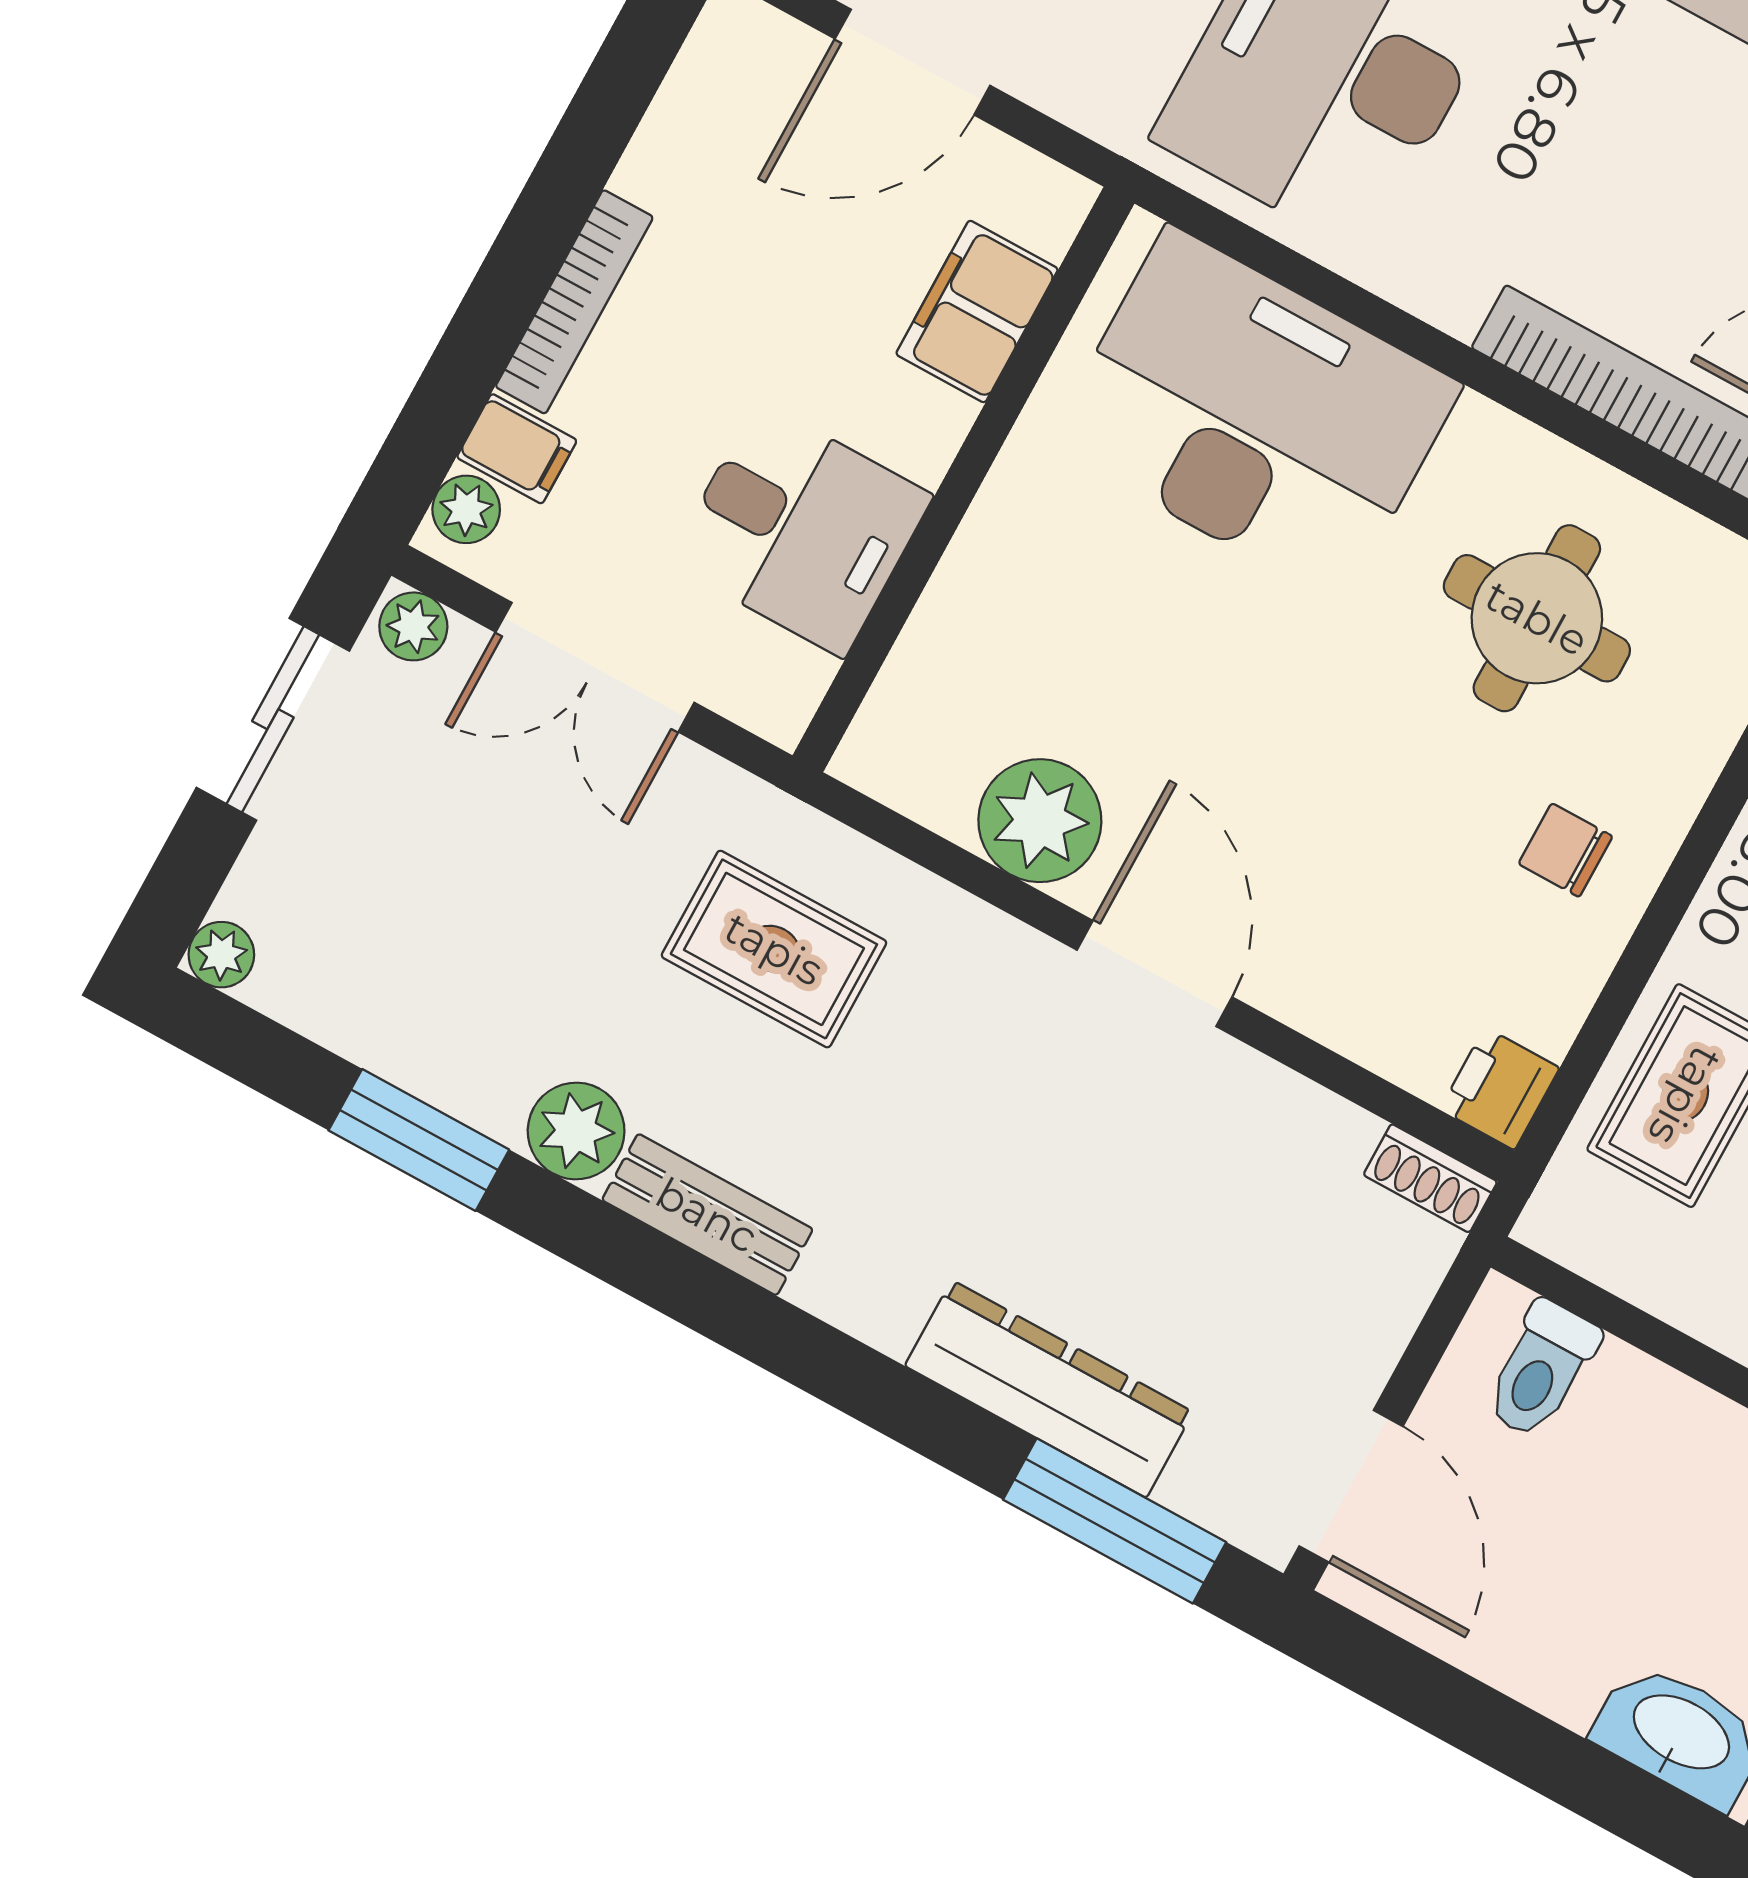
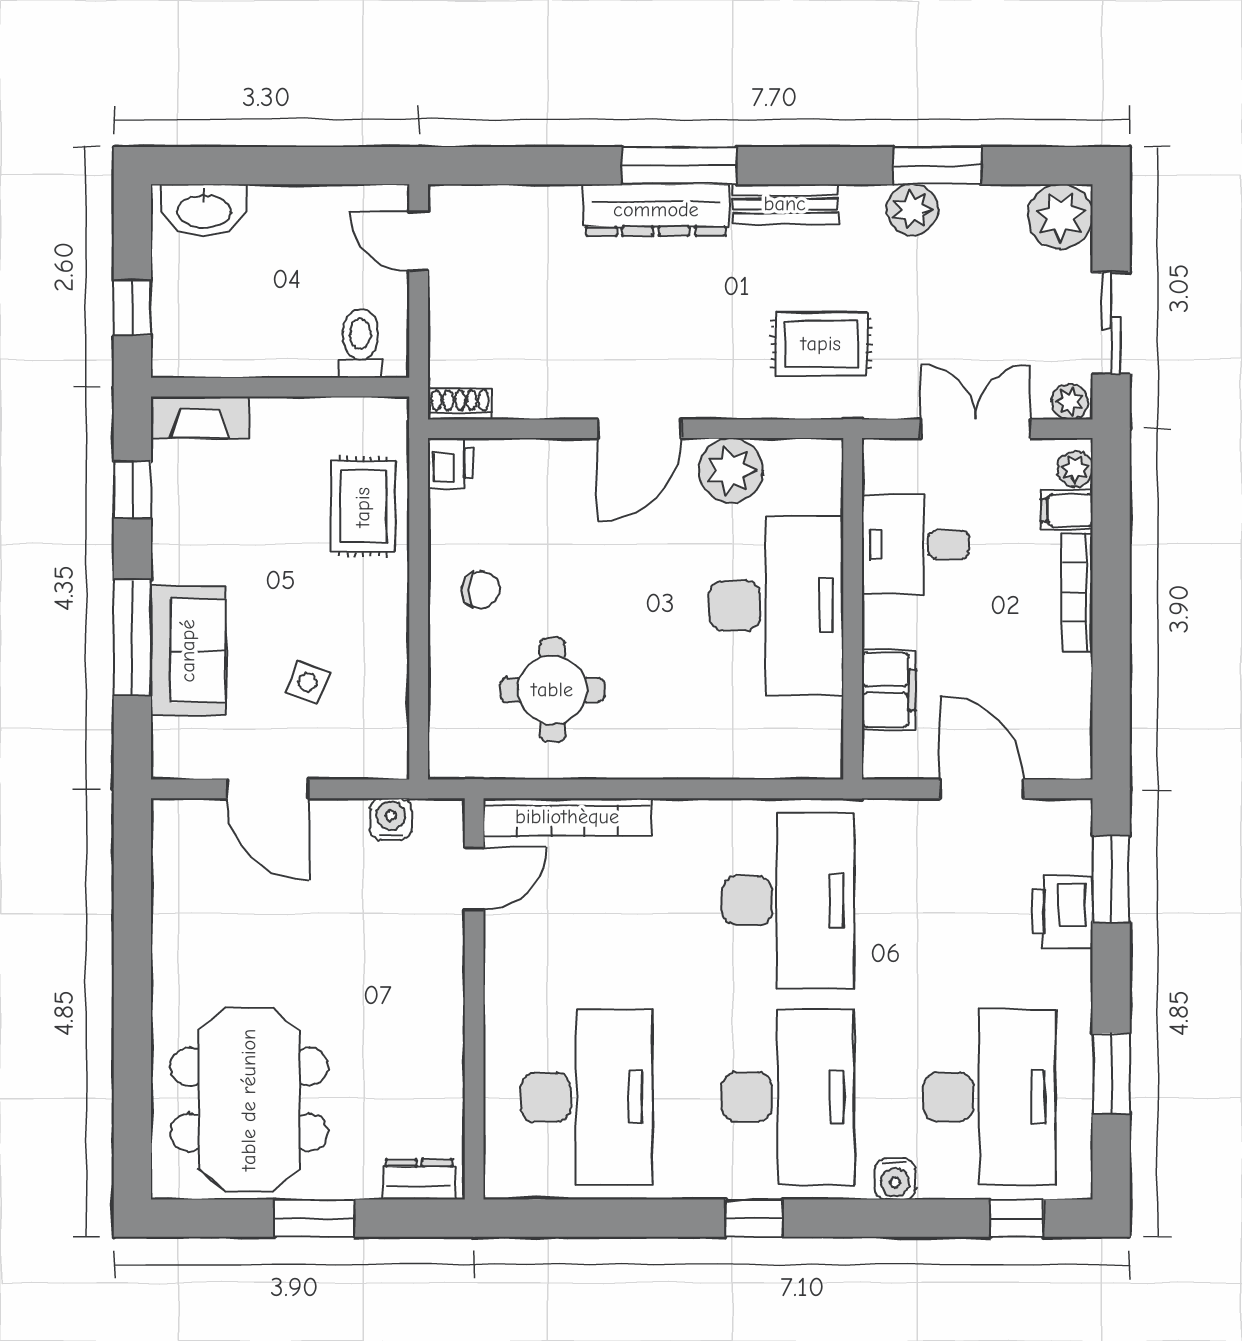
door: (913, 62) -> (982, 789), hinge flipped
desk: (1255, 415) -> (776, 606), moved, turned -90
plant: (221, 955) -> (1060, 216), width x1.88, depth x1.88
door: (1154, 974) -> (639, 429), hinge flipped
plant: (576, 1131) -> (912, 210), moved
dresser: (1049, 1389) -> (656, 210), moved
door: (1351, 1486) -> (419, 241), width x0.73
window: (1115, 1521) -> (679, 166), moved

